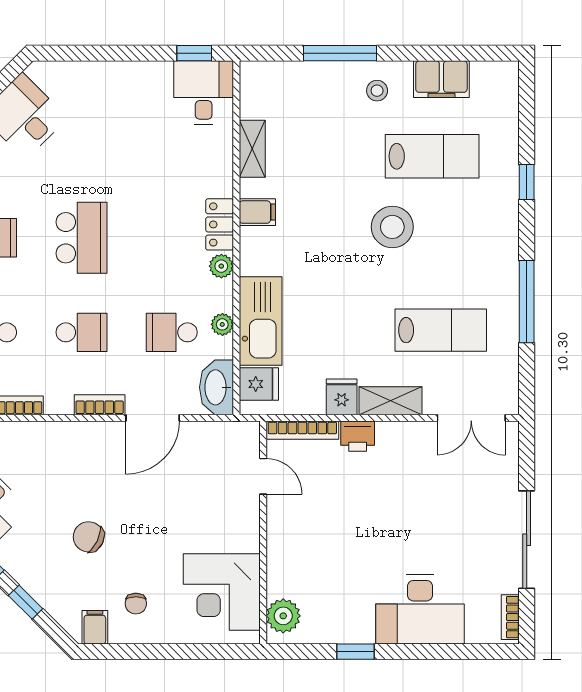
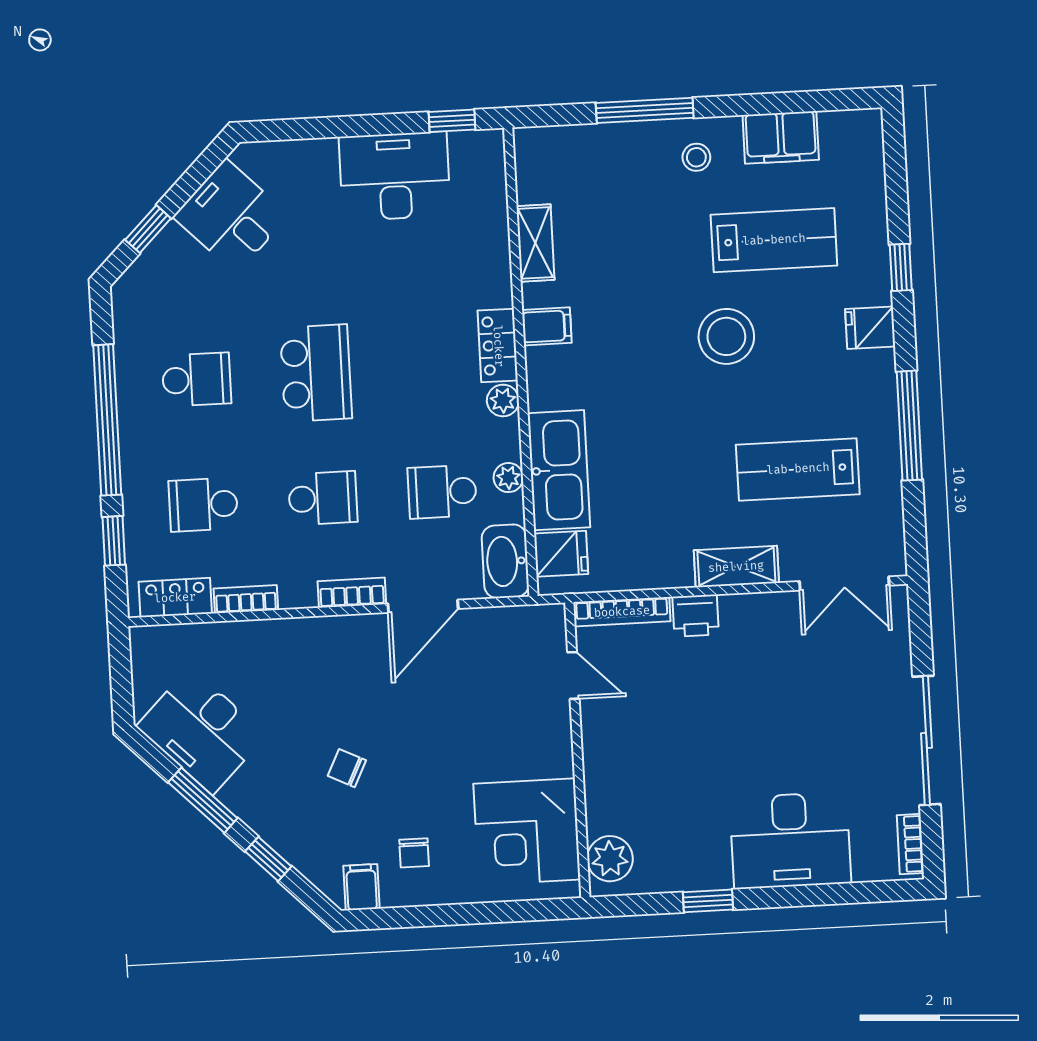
desk: (204, 93) -> (395, 176), moved, width x1.37
lab bench: (441, 330) -> (798, 469), turned 180
fridge: (342, 397) -> (870, 328), moved, turned -90
chair: (89, 537) -> (347, 768), width x0.73, depth x0.73

